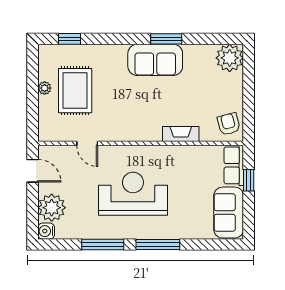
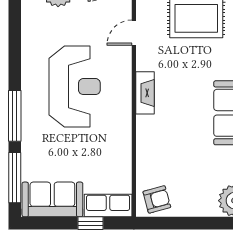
fireplace: (181, 134) -> (145, 93), moved
window: (103, 244) -> (15, 178), moved

